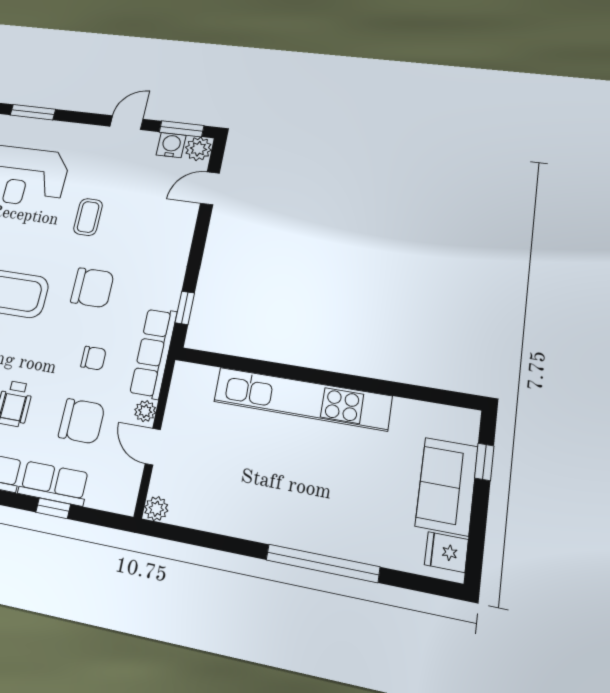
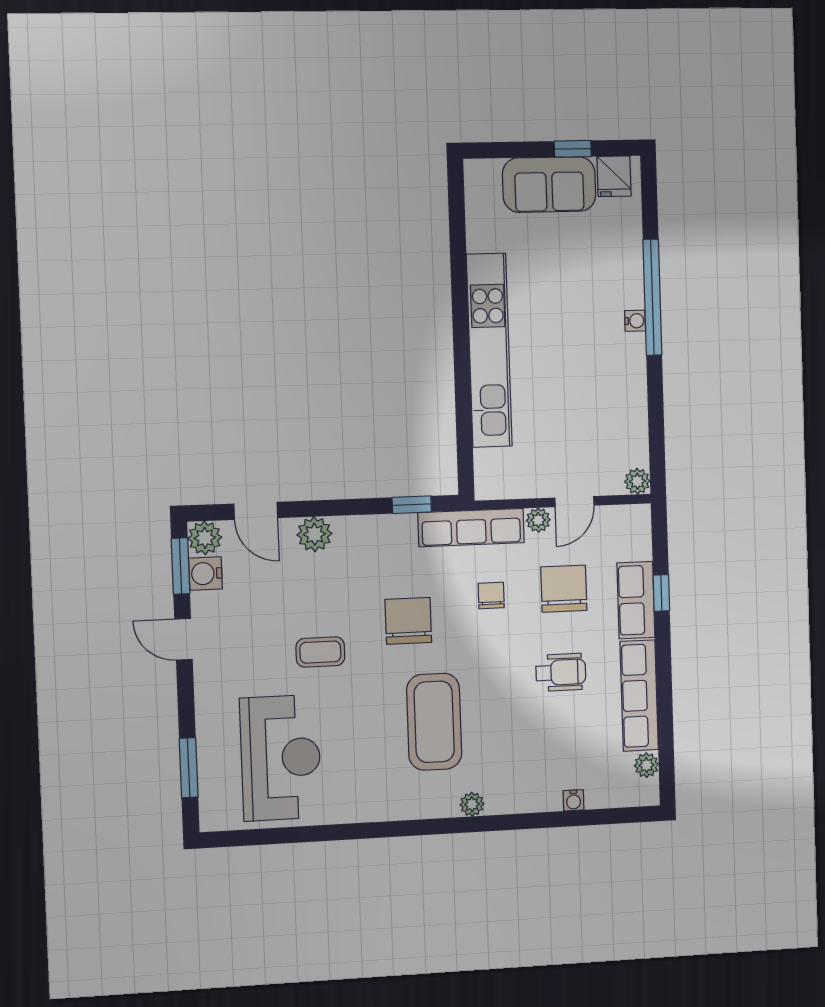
plant: (180, 228) -> (314, 534), added
window: (484, 462) -> (573, 149), moved
water cooler: (303, 541) -> (635, 321), added

